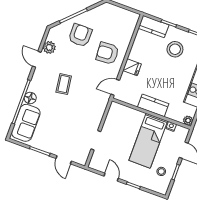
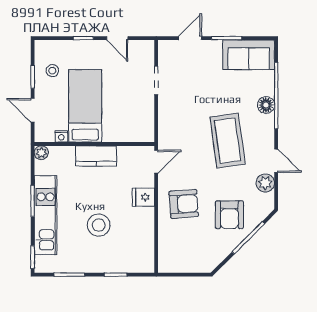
kitchen counter: (154, 27) -> (134, 263), removed
stool: (175, 49) -> (99, 225), moved
coffee table: (64, 84) -> (228, 141), width x1.86, depth x1.72
sofa: (26, 123) -> (249, 55), moved, turned -90
door: (64, 160) -> (190, 38), hinge flipped

